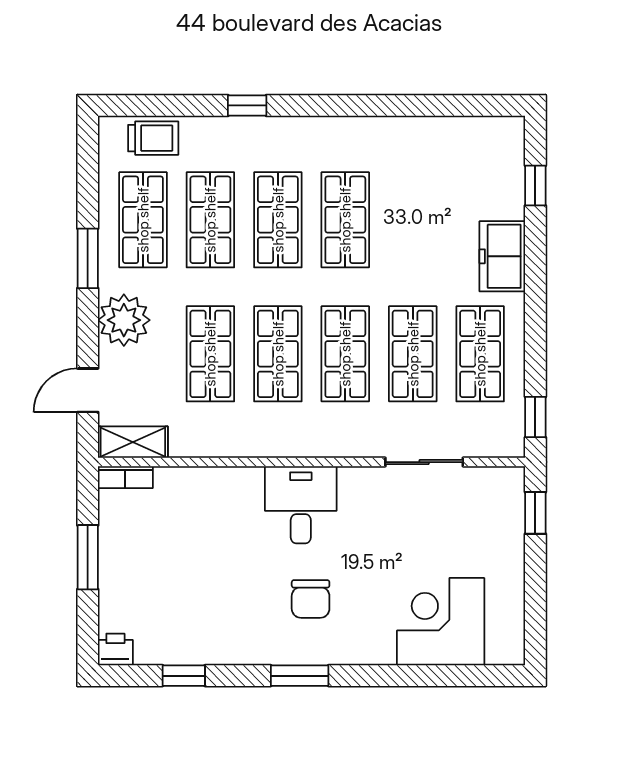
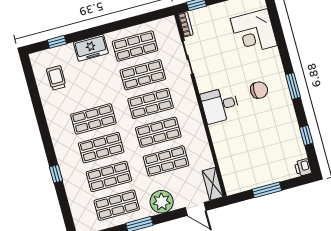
trolley: (153, 138) -> (56, 78), moved
window: (535, 417) -> (156, 15), removed
bookcase: (125, 477) -> (186, 24), moved

